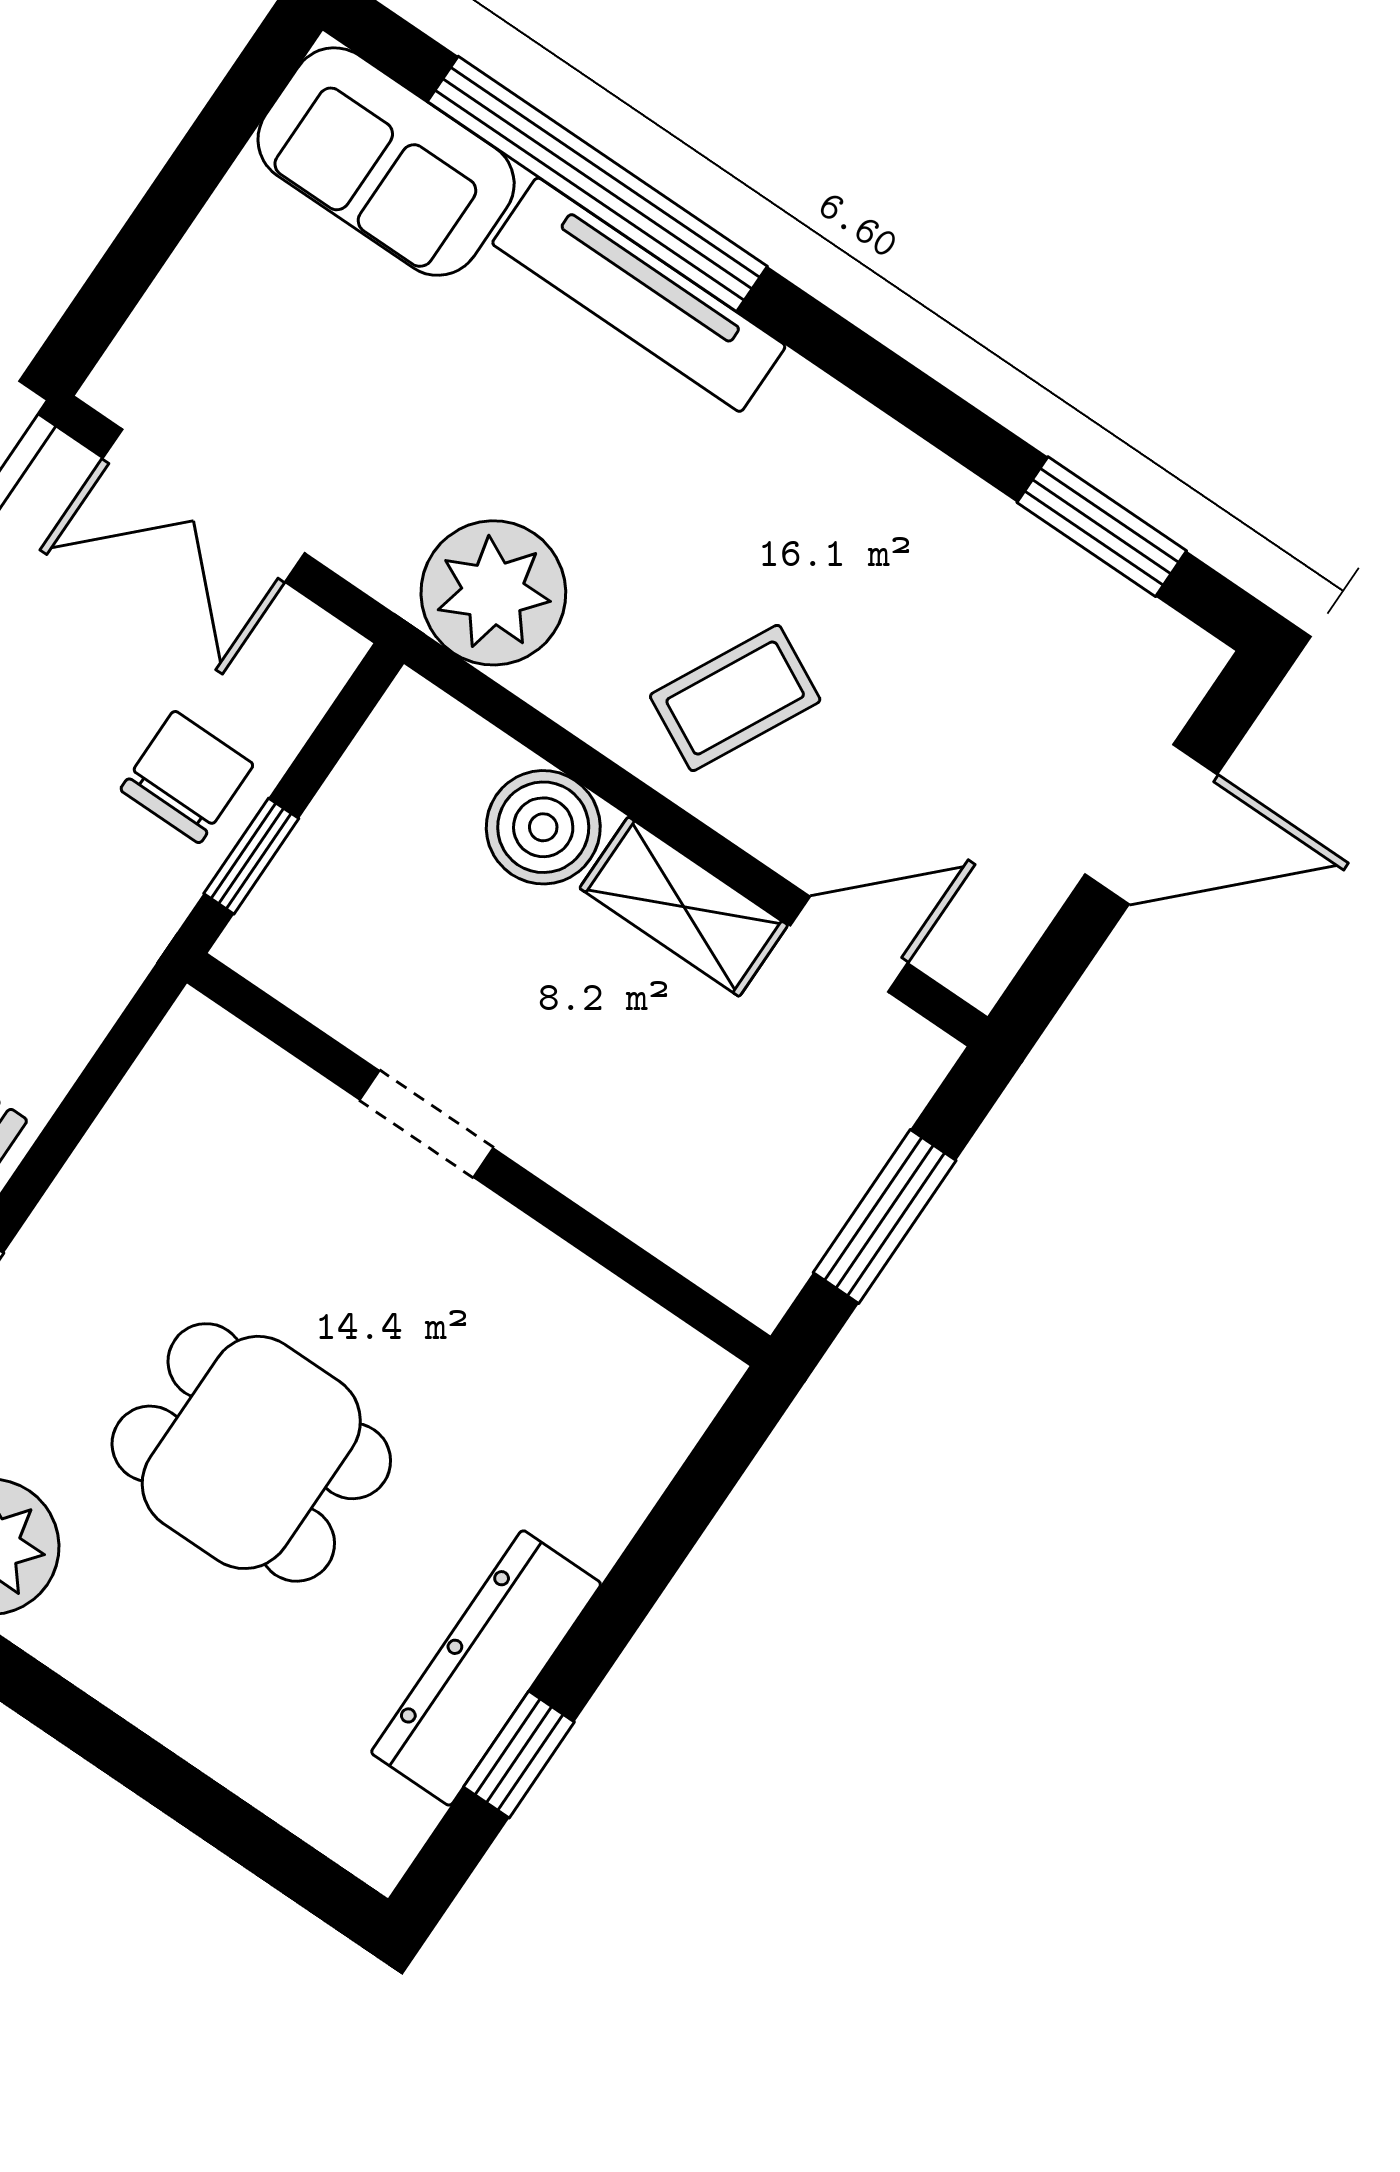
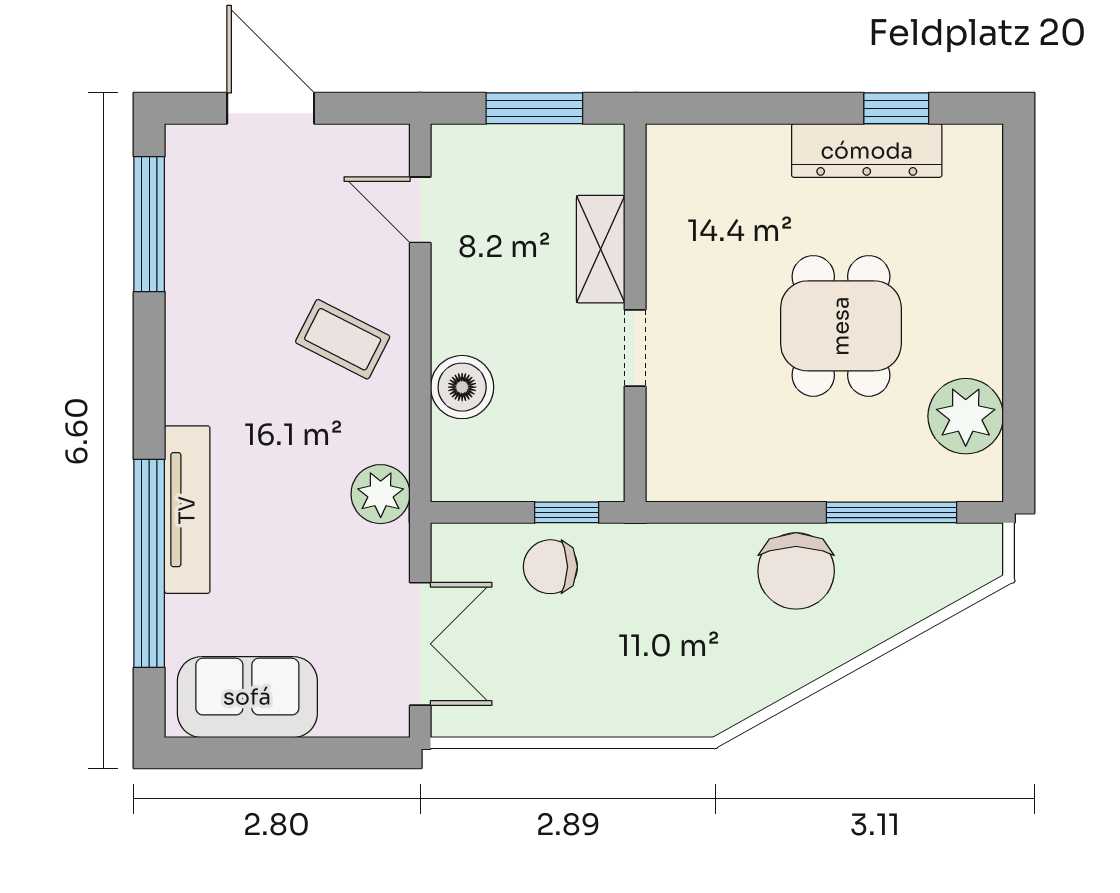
sofa: (386, 162) -> (247, 697), moved, turned -90
window: (1102, 527) -> (149, 224), width x1.44
plant: (493, 593) -> (381, 494), width x0.73, depth x0.73
shelving: (684, 907) -> (601, 249), moved

